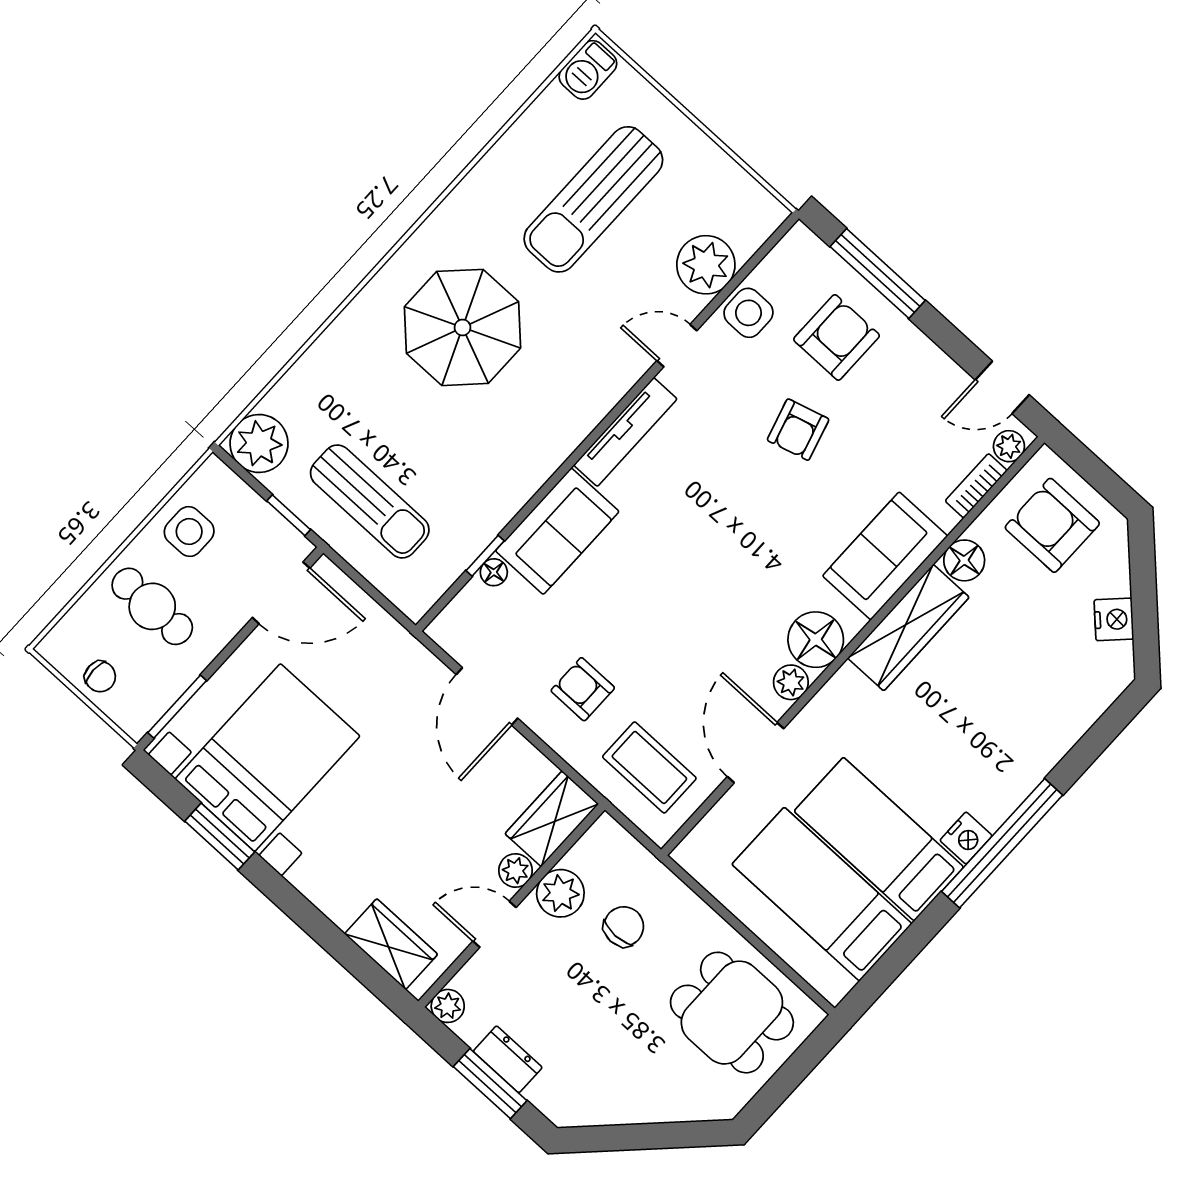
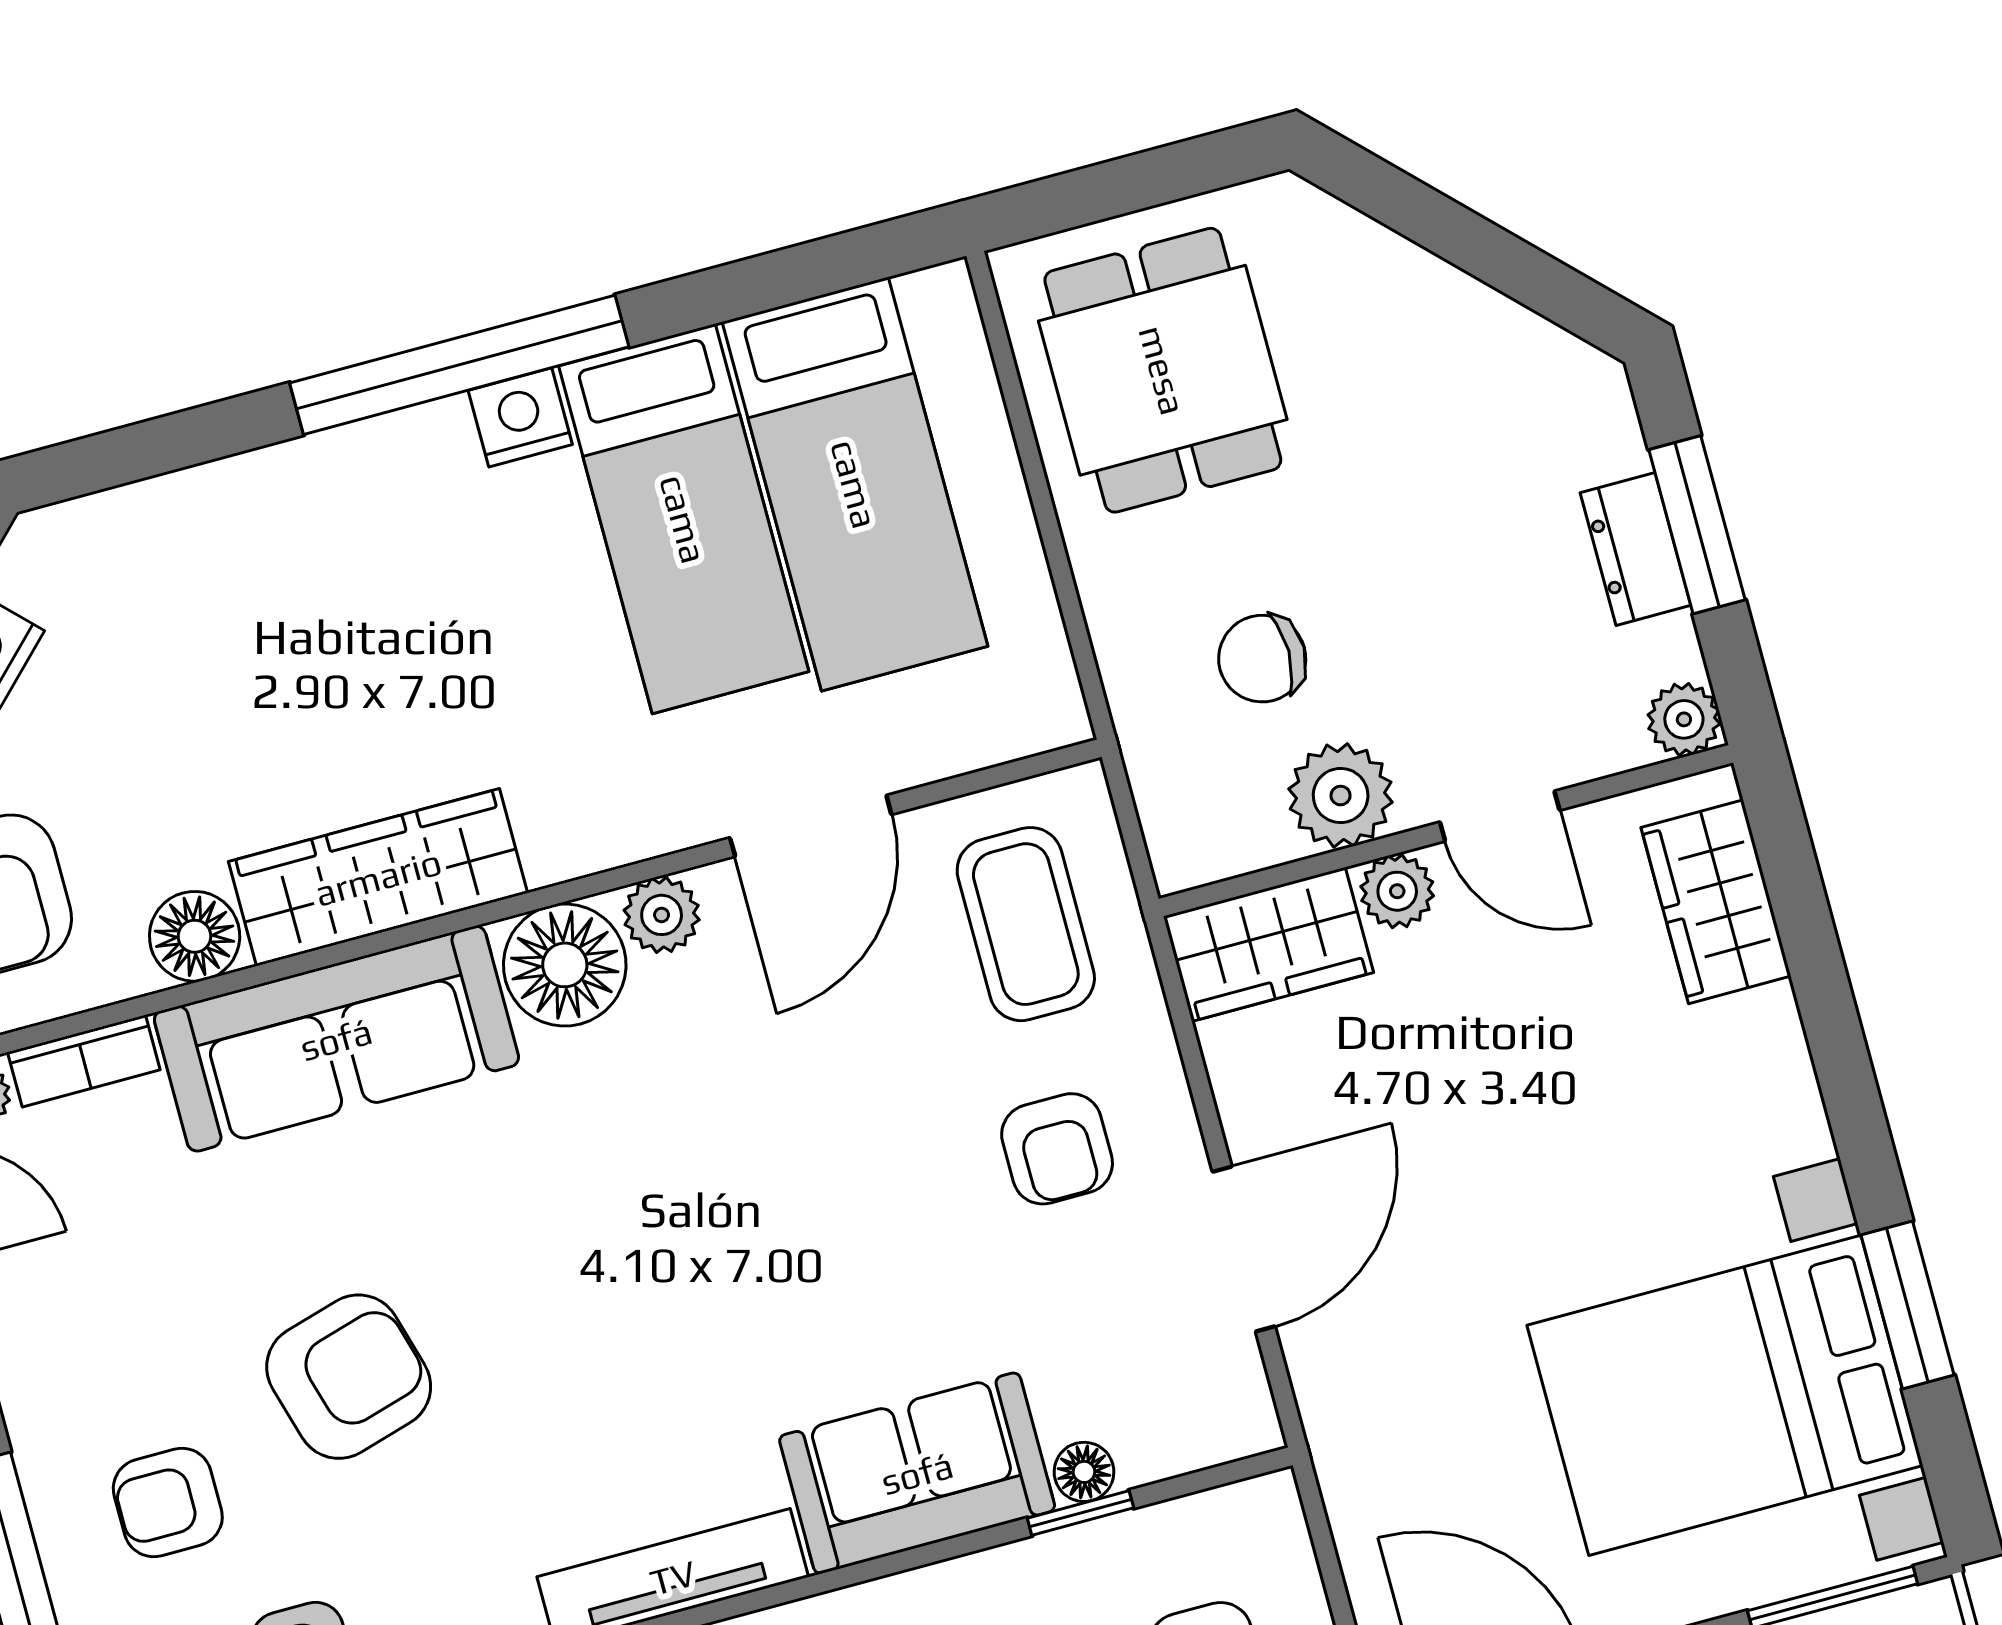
armchair: (837, 337) -> (168, 1503), width x0.72, depth x0.72
armchair: (798, 430) -> (349, 1377), width x1.38, depth x1.38
sofa: (885, 556) -> (336, 1039), width x1.36

